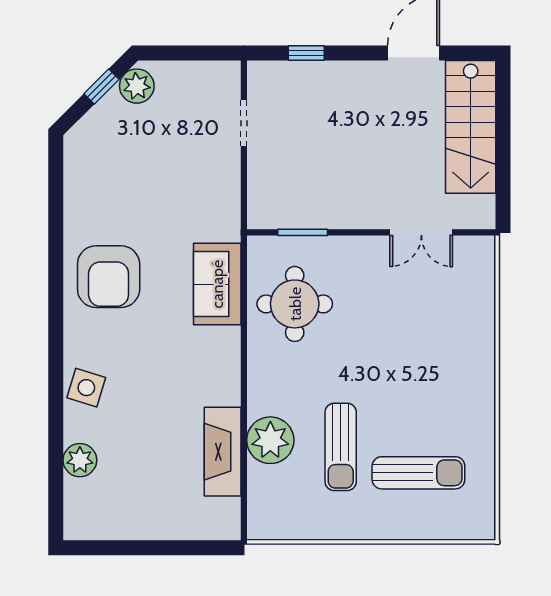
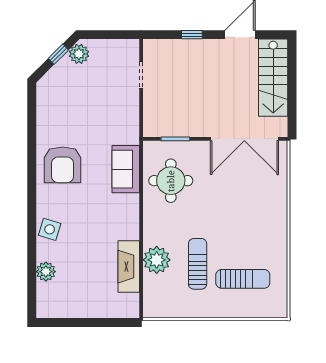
window: (306, 53) -> (192, 35), moved
double door: (421, 232) -> (244, 139), width x1.87
sun lounger: (341, 447) -> (198, 264), turned 180

